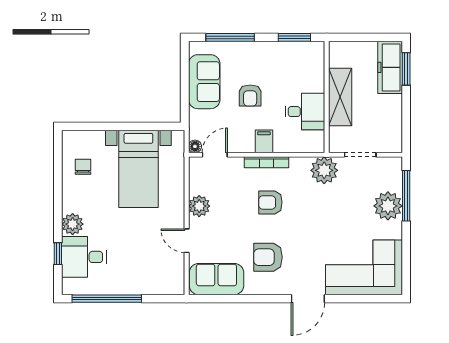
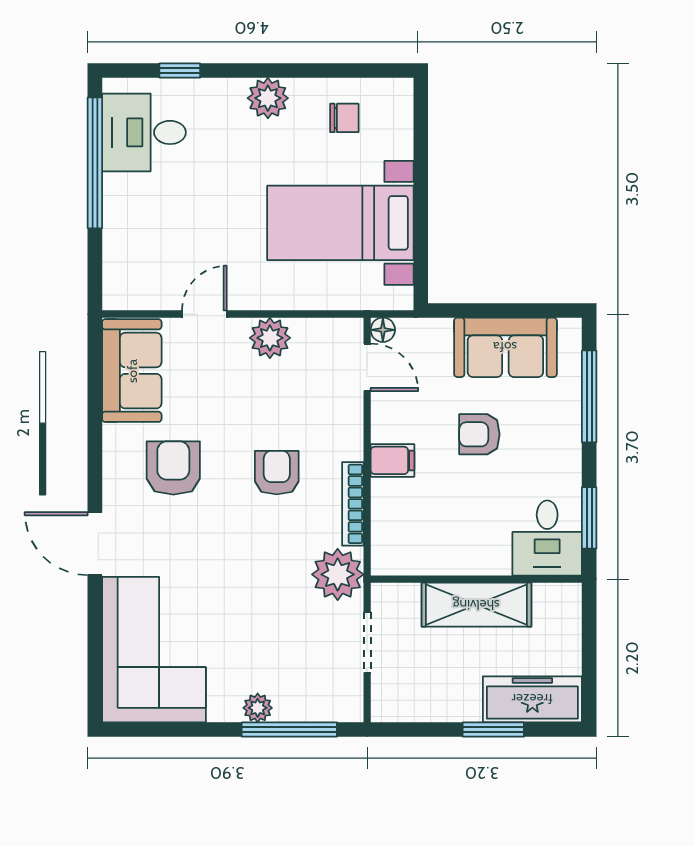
window: (406, 69) -> (493, 730), moved
desk: (305, 112) -> (547, 538), moved
bookcase: (267, 162) -> (353, 504), moved
plant: (388, 206) -> (258, 708), width x0.53, depth x0.53
plant: (73, 224) -> (268, 98), moved
desk: (84, 257) -> (144, 132), moved, turned -90

